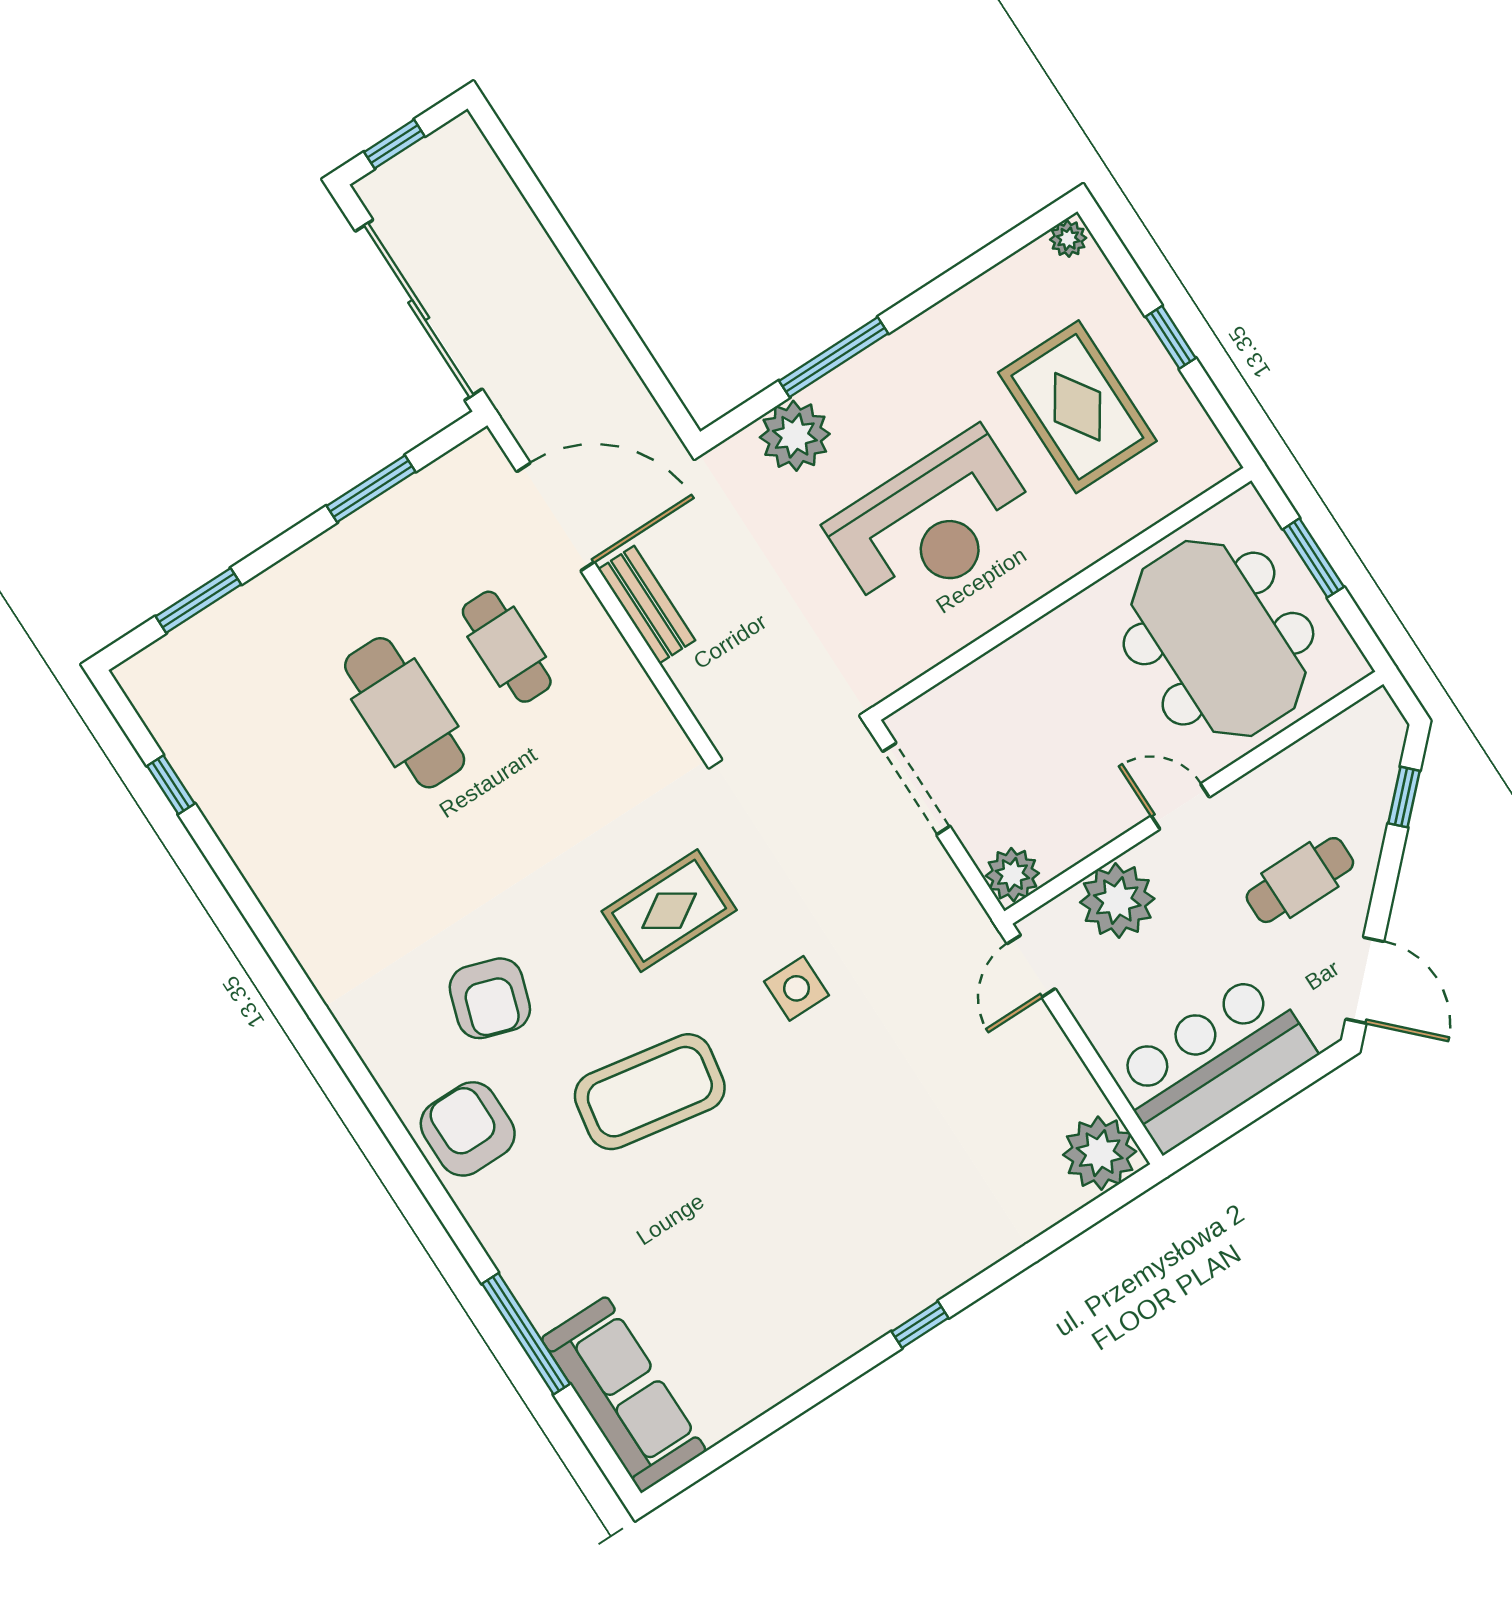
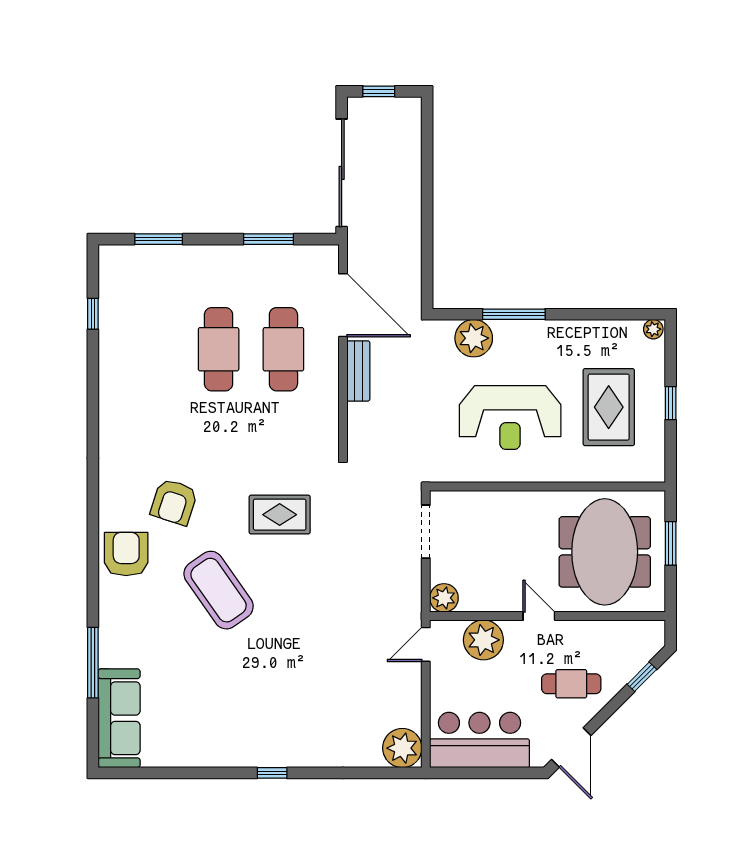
cafe table: (507, 647) -> (283, 349), width x1.37, depth x1.35
side table: (796, 988) -> (314, 586), removed
coffee table: (650, 1092) -> (219, 590), turned 45

